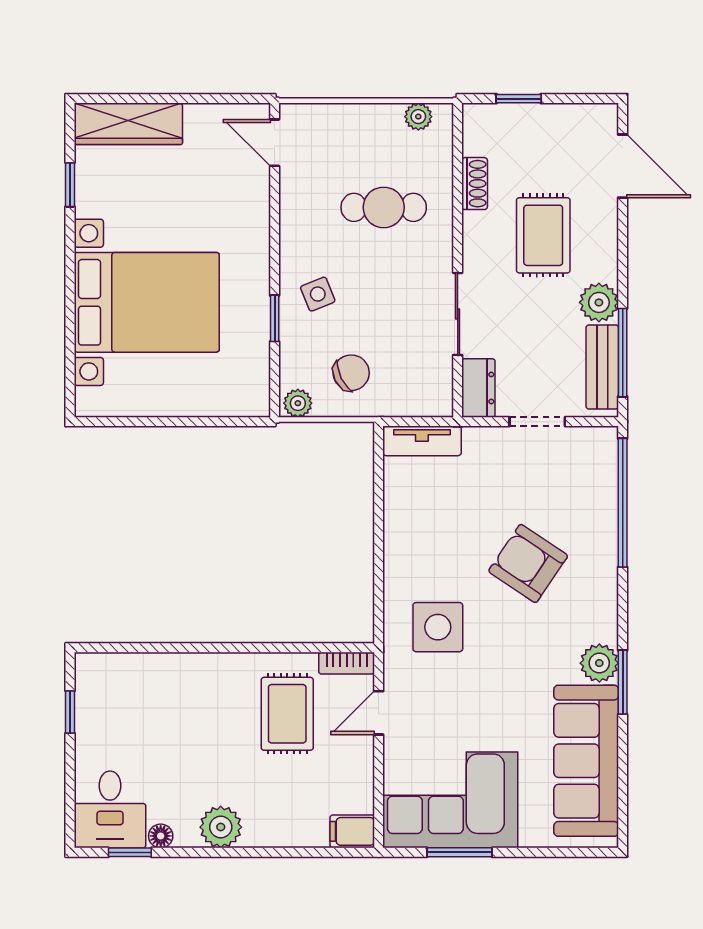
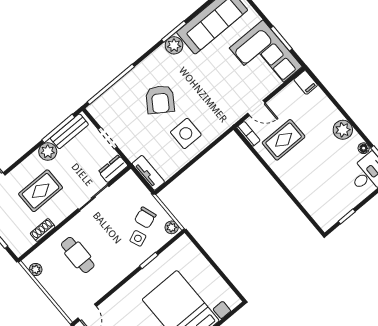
side table: (318, 294) -> (138, 238), moved
chair: (351, 373) -> (145, 218), turned -83
side table: (438, 627) -> (186, 133), moved

